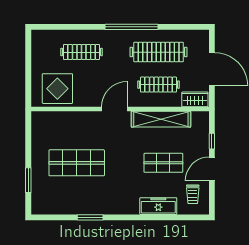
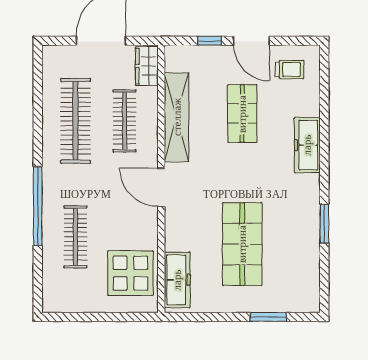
window: (132, 27) -> (38, 206), moved
freezer: (53, 120) -> (177, 280), added
freezer: (158, 206) -> (307, 145), moved

